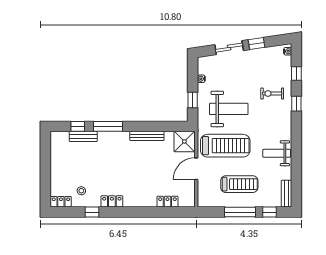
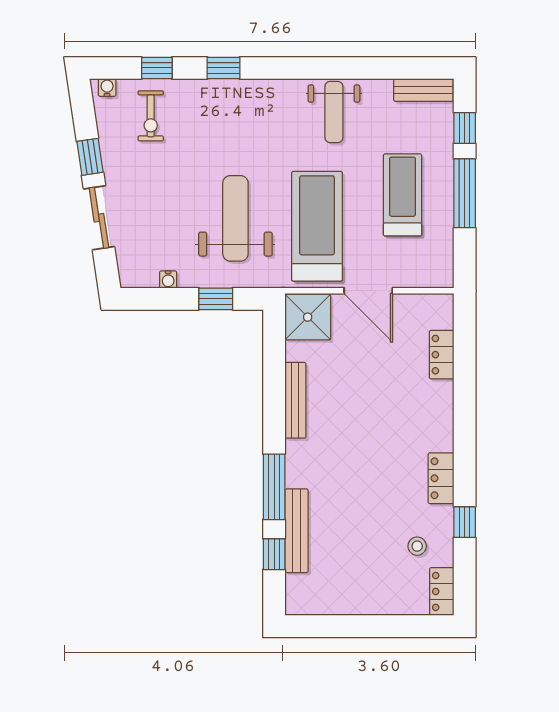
exercise bike: (272, 94) -> (151, 116), moved
bench: (83, 136) -> (296, 531), width x1.36

